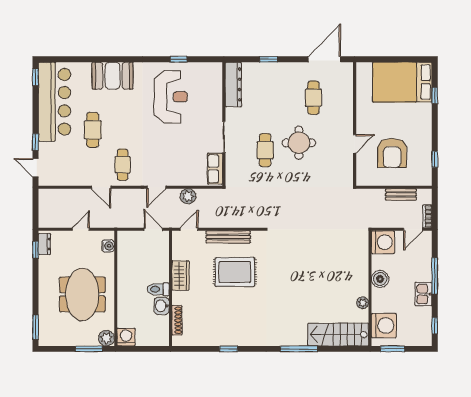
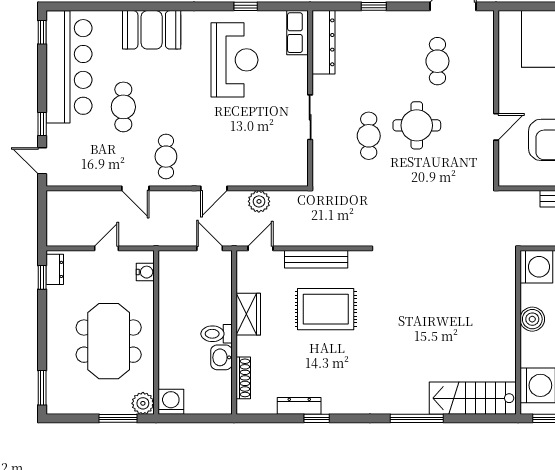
row of seats: (215, 169) -> (297, 33), moved
plant: (363, 303) -> (508, 353), removed
dresser: (216, 340) -> (299, 406), added

